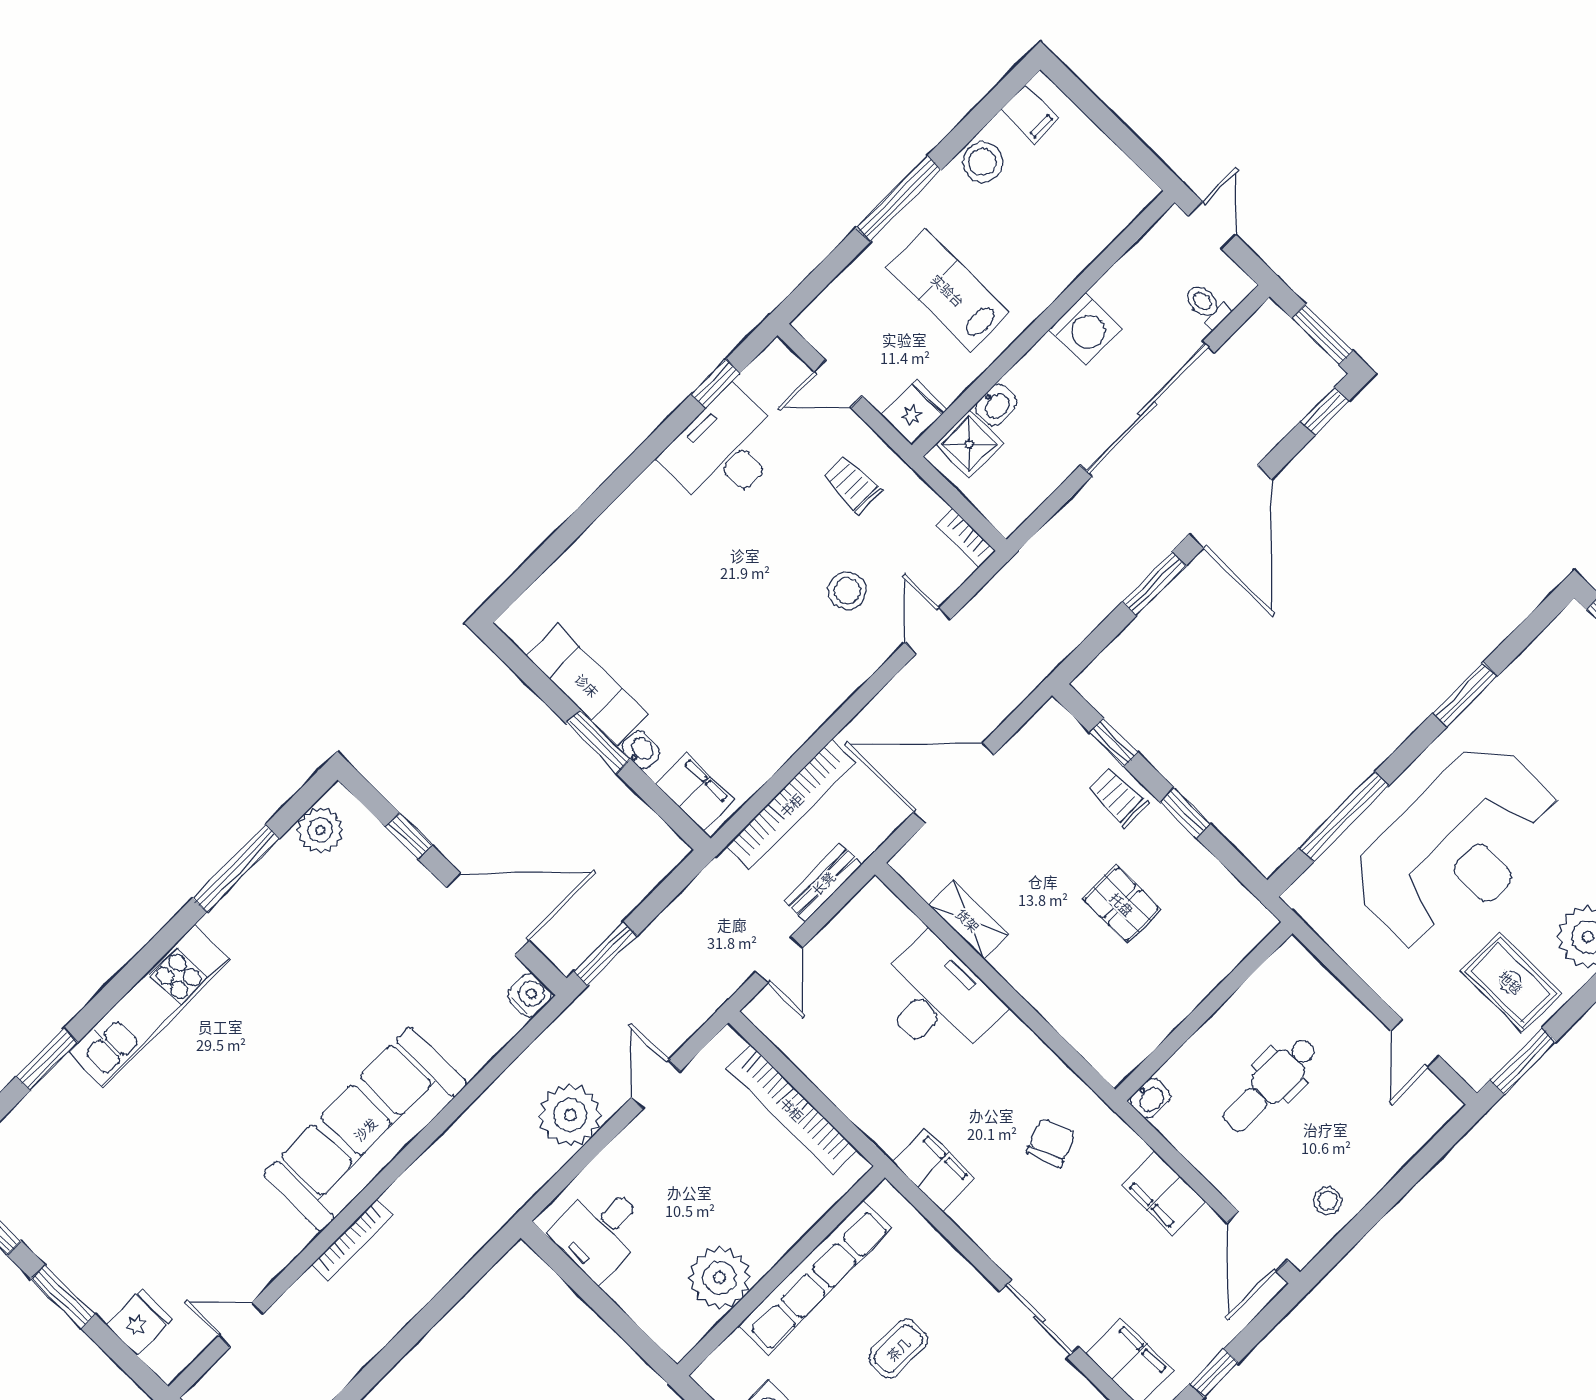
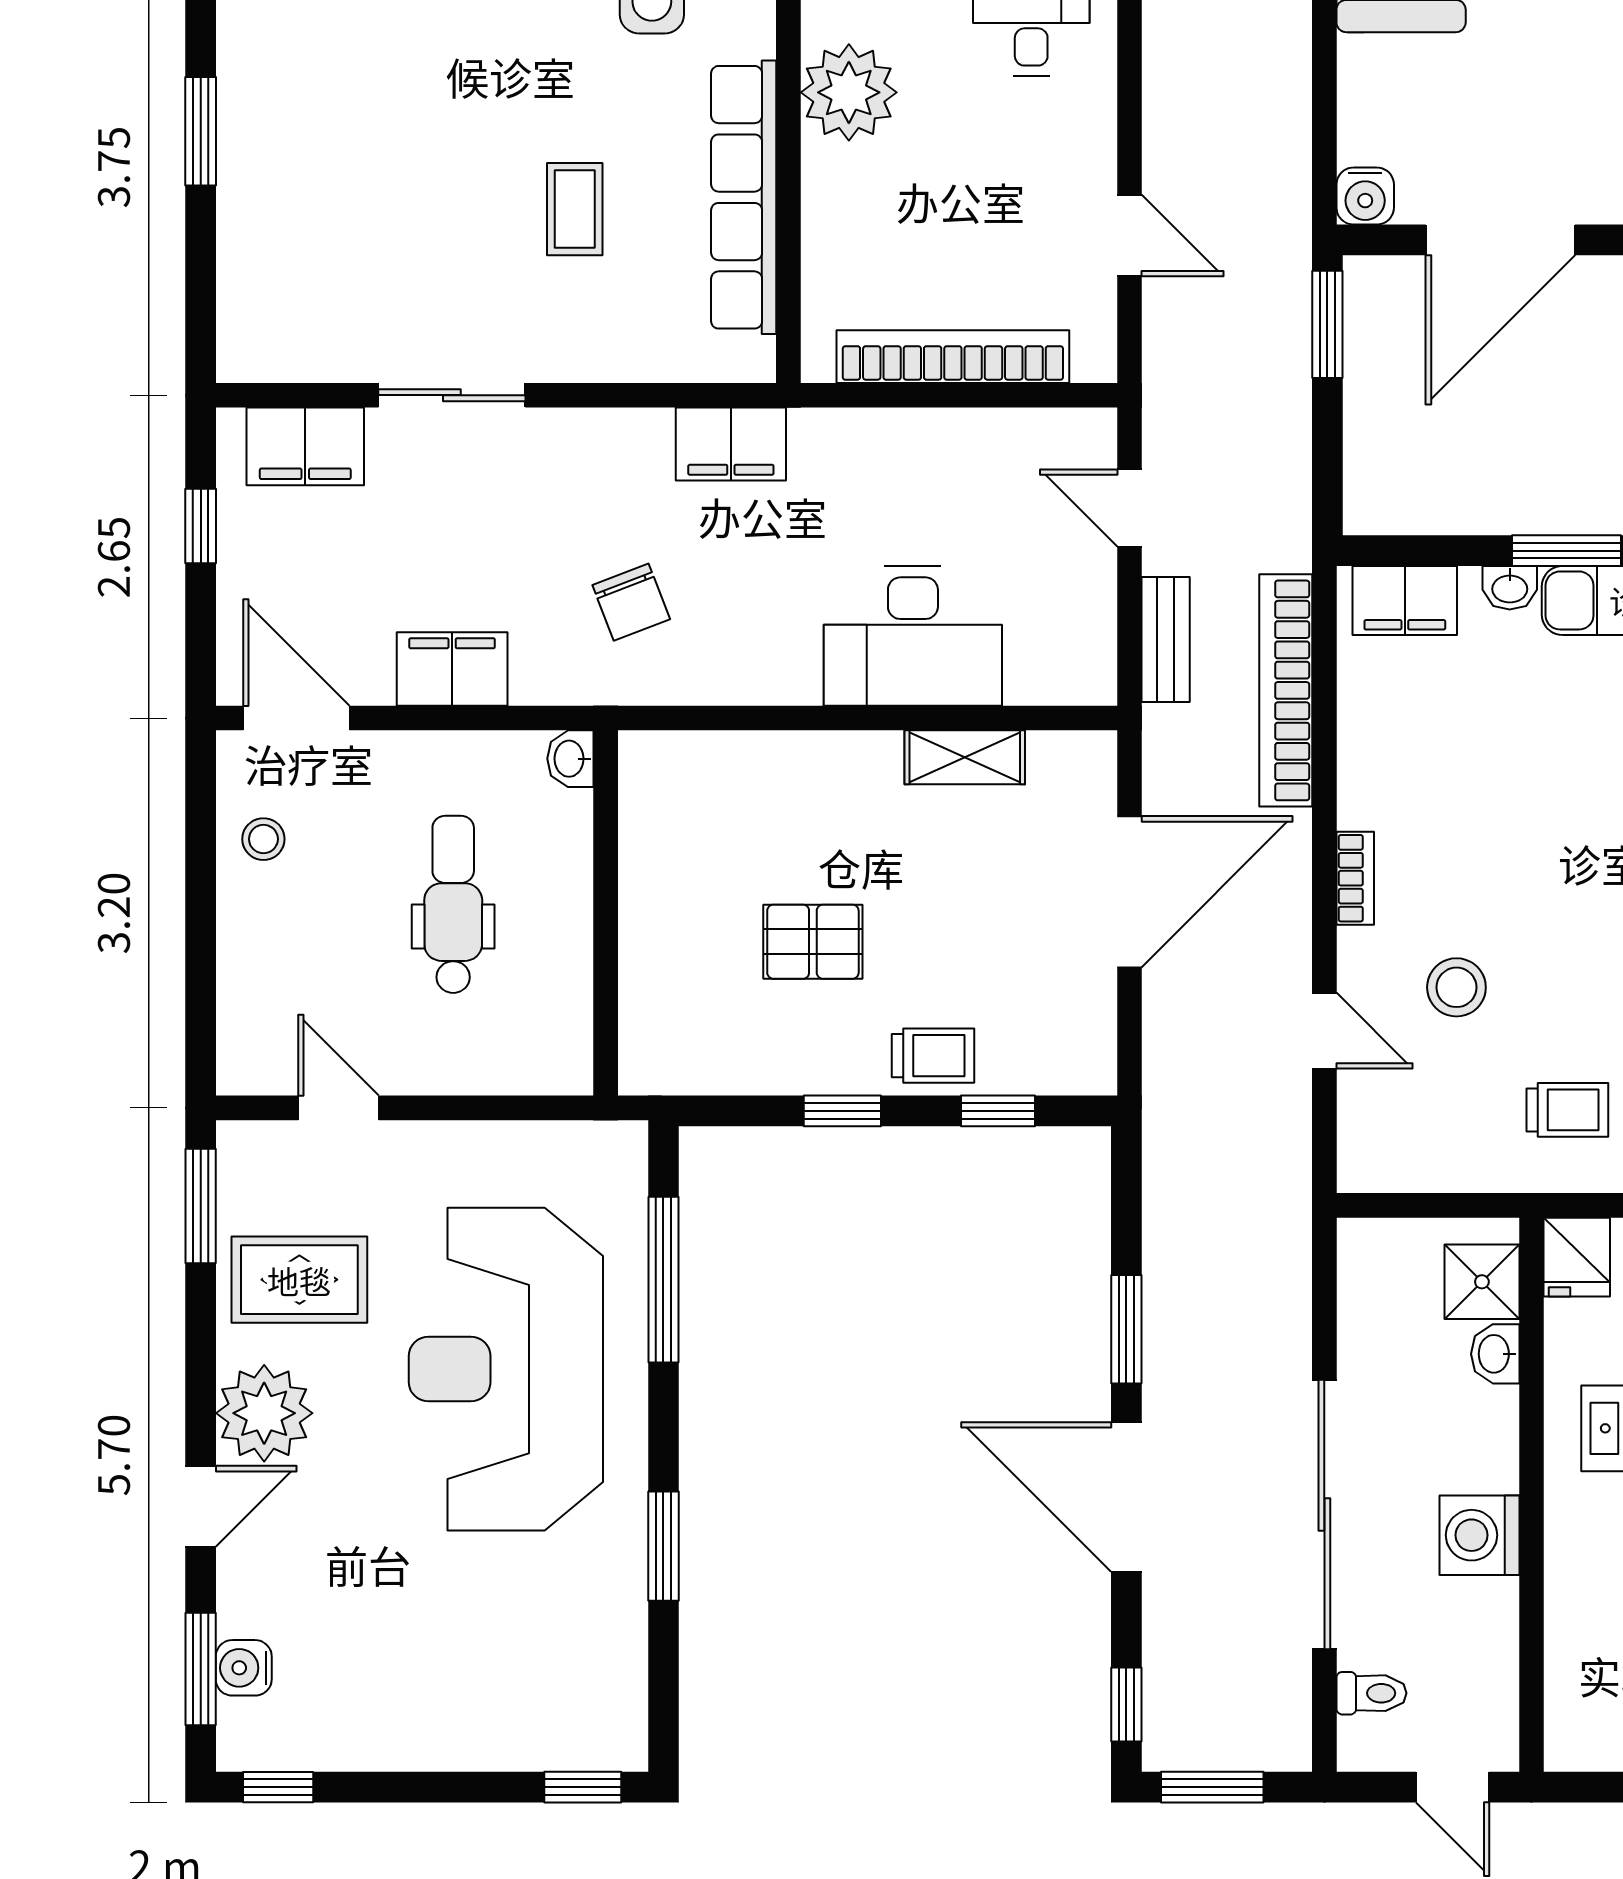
bookcase: (966, 538) -> (1355, 878), moved, turned 90
plant: (570, 1115) -> (1190, 109), removed

